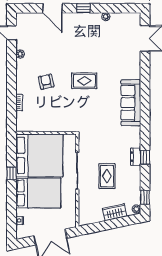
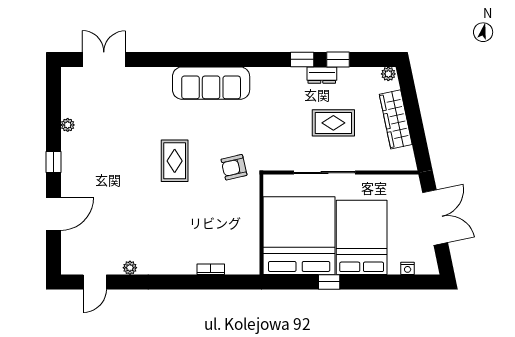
armchair: (46, 82) -> (234, 167), moved
dresser: (136, 157) -> (322, 75), moved
window: (145, 197) -> (338, 59), moved
wardrobe: (115, 212) -> (396, 119), width x1.50

